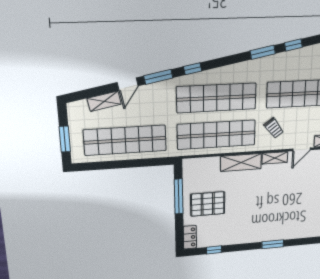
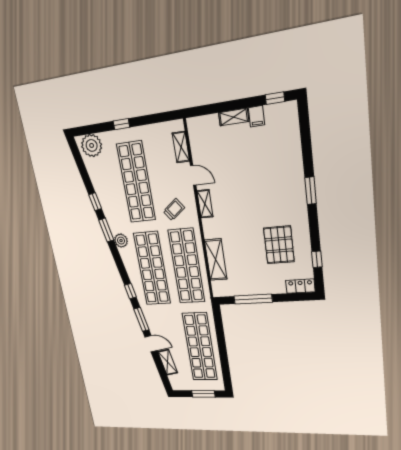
plant: (250, 67) -> (121, 241), added
shelving: (241, 162) -> (216, 260), moved
pallet: (208, 204) -> (279, 245), moved

